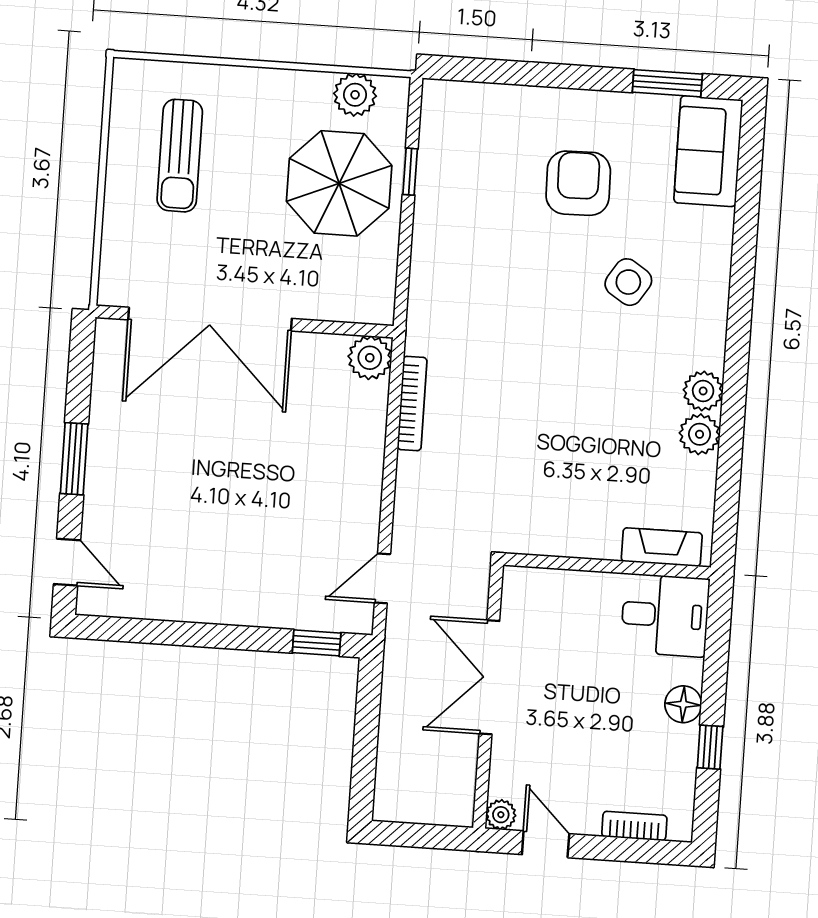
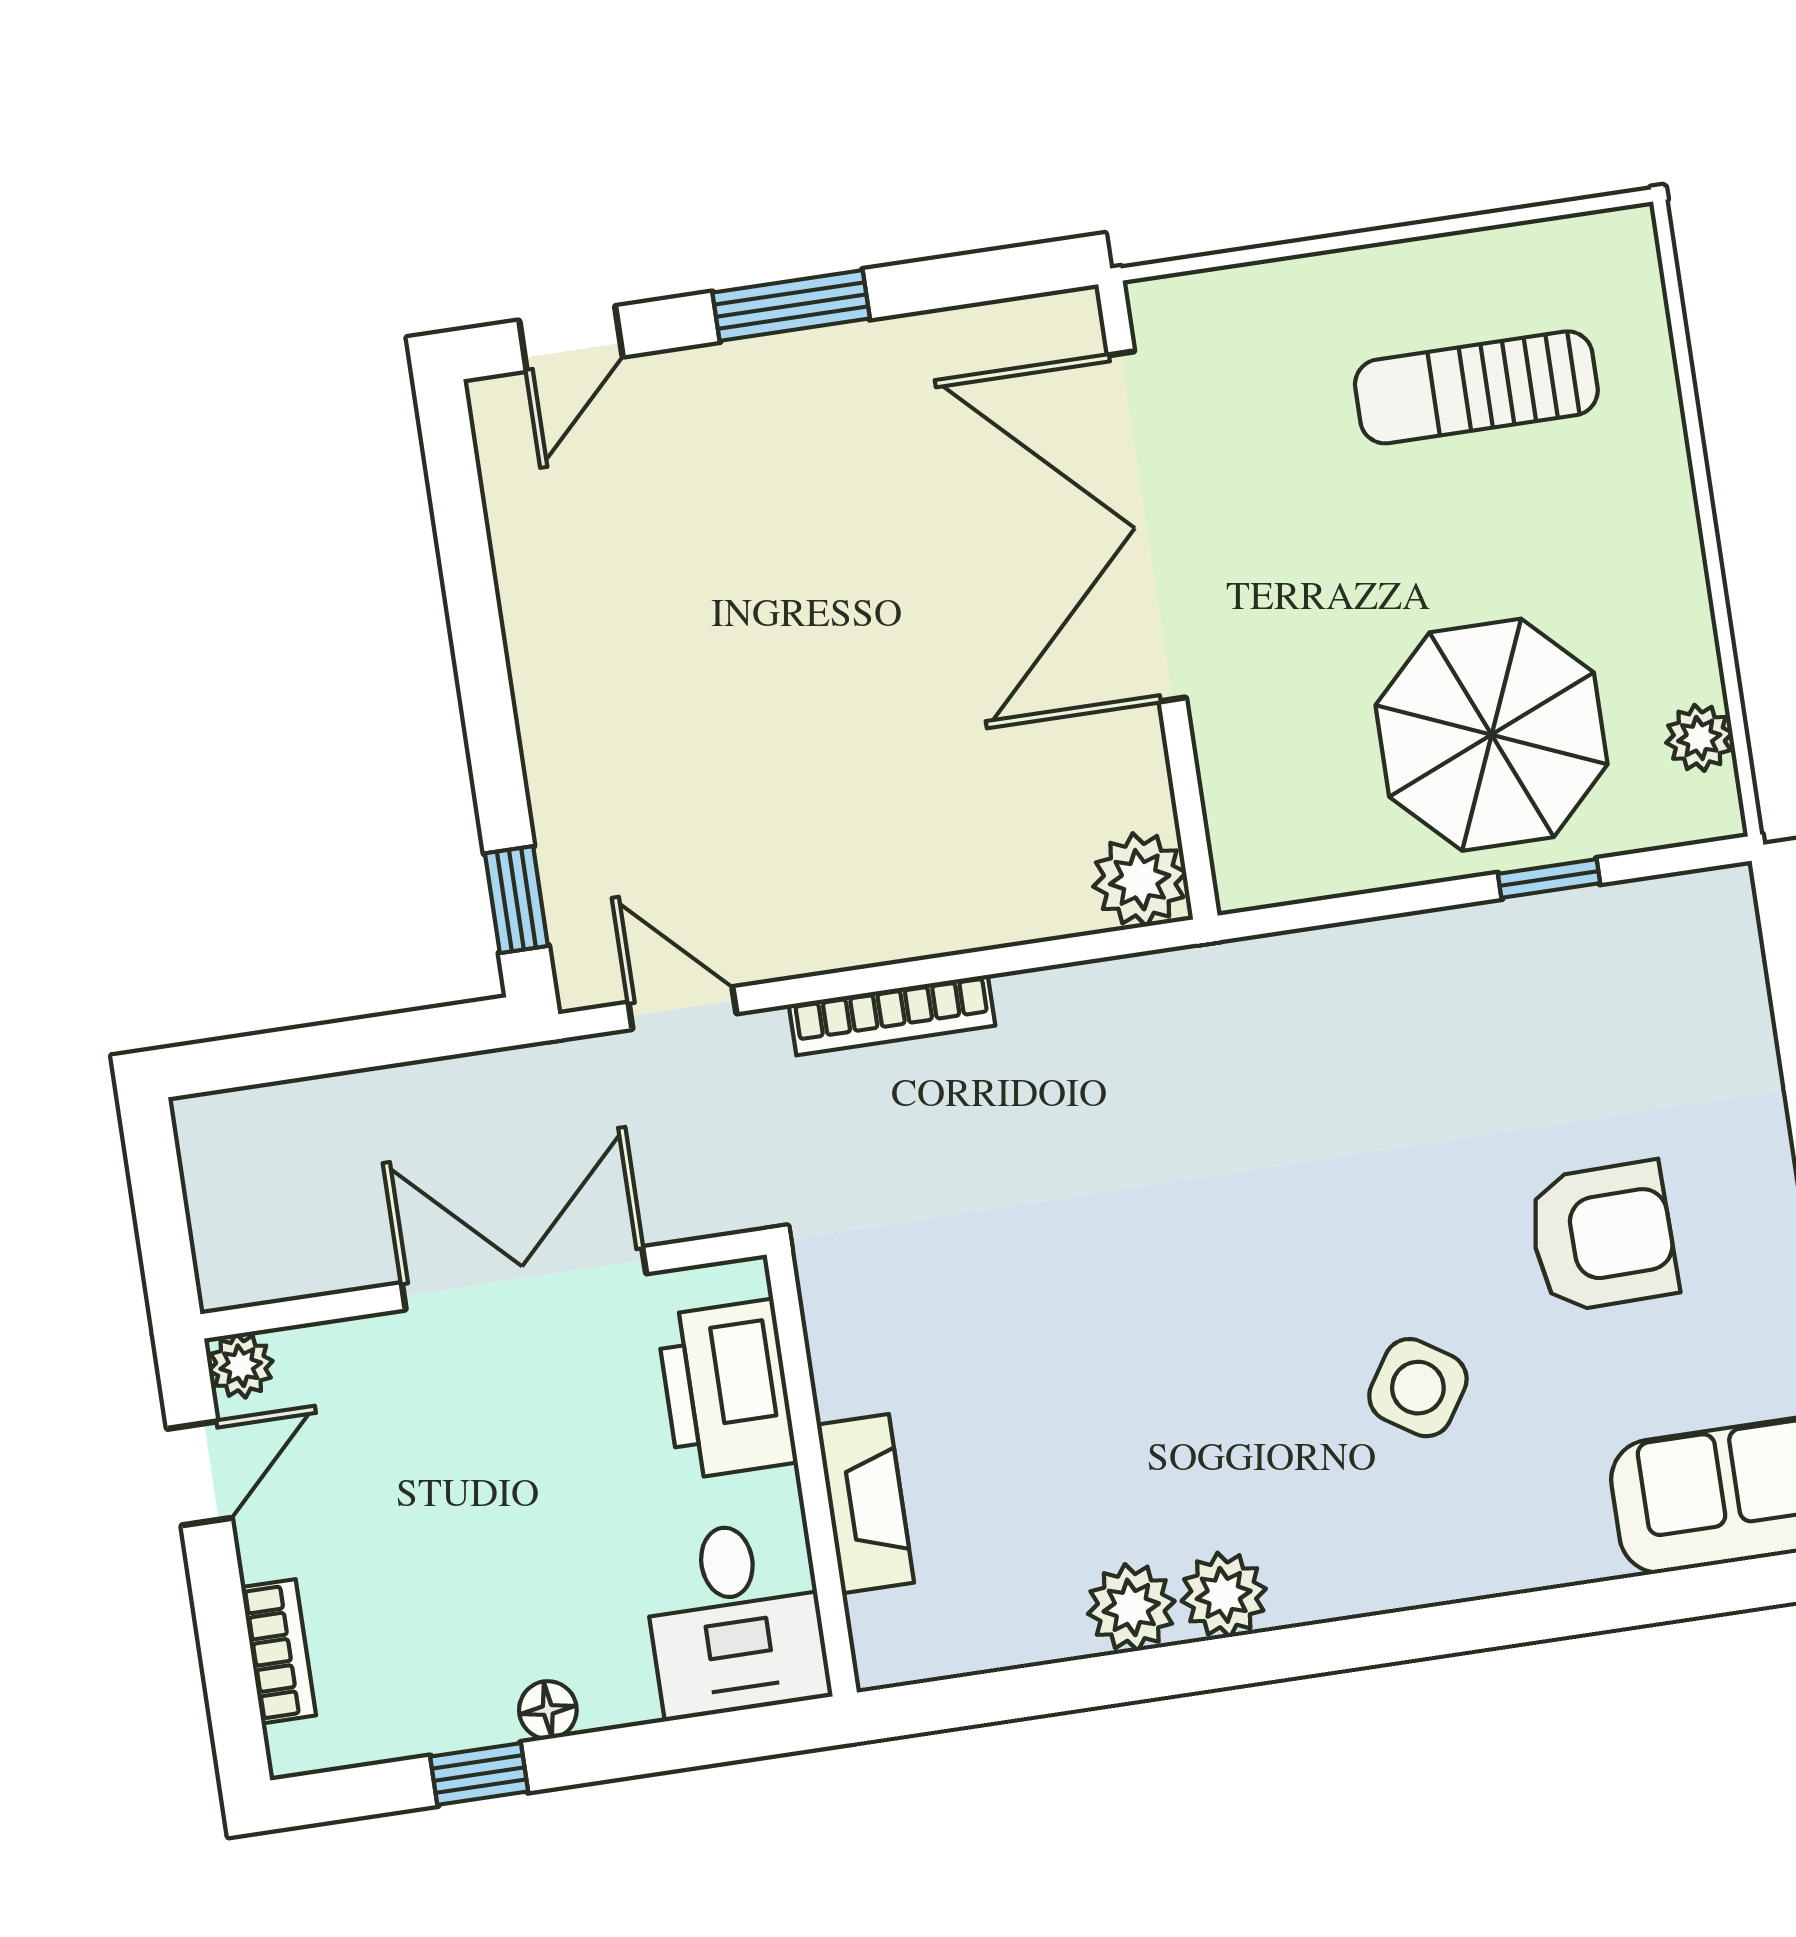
plant: (355, 95) -> (1699, 738), width x0.73, depth x0.73
bookcase: (412, 404) -> (892, 1015), moved
fireplace: (662, 547) -> (865, 1504), moved
printer: (560, 596) -> (727, 1389), added
floor lamp: (683, 704) -> (548, 1710), width x0.73, depth x0.73

